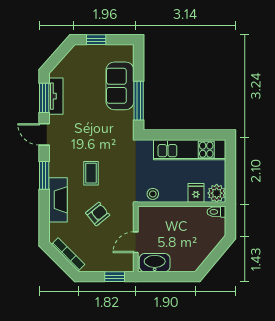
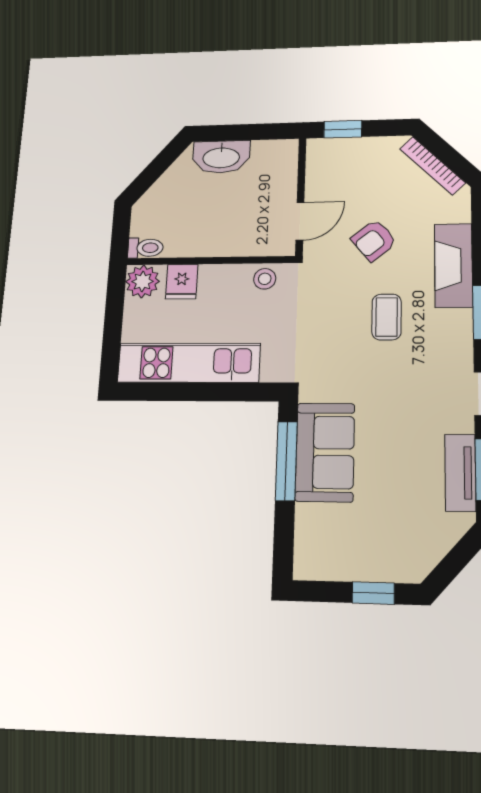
sofa: (120, 86) -> (325, 452), moved
door: (136, 242) -> (300, 221), moved
washbasin: (155, 263) -> (221, 157), moved

